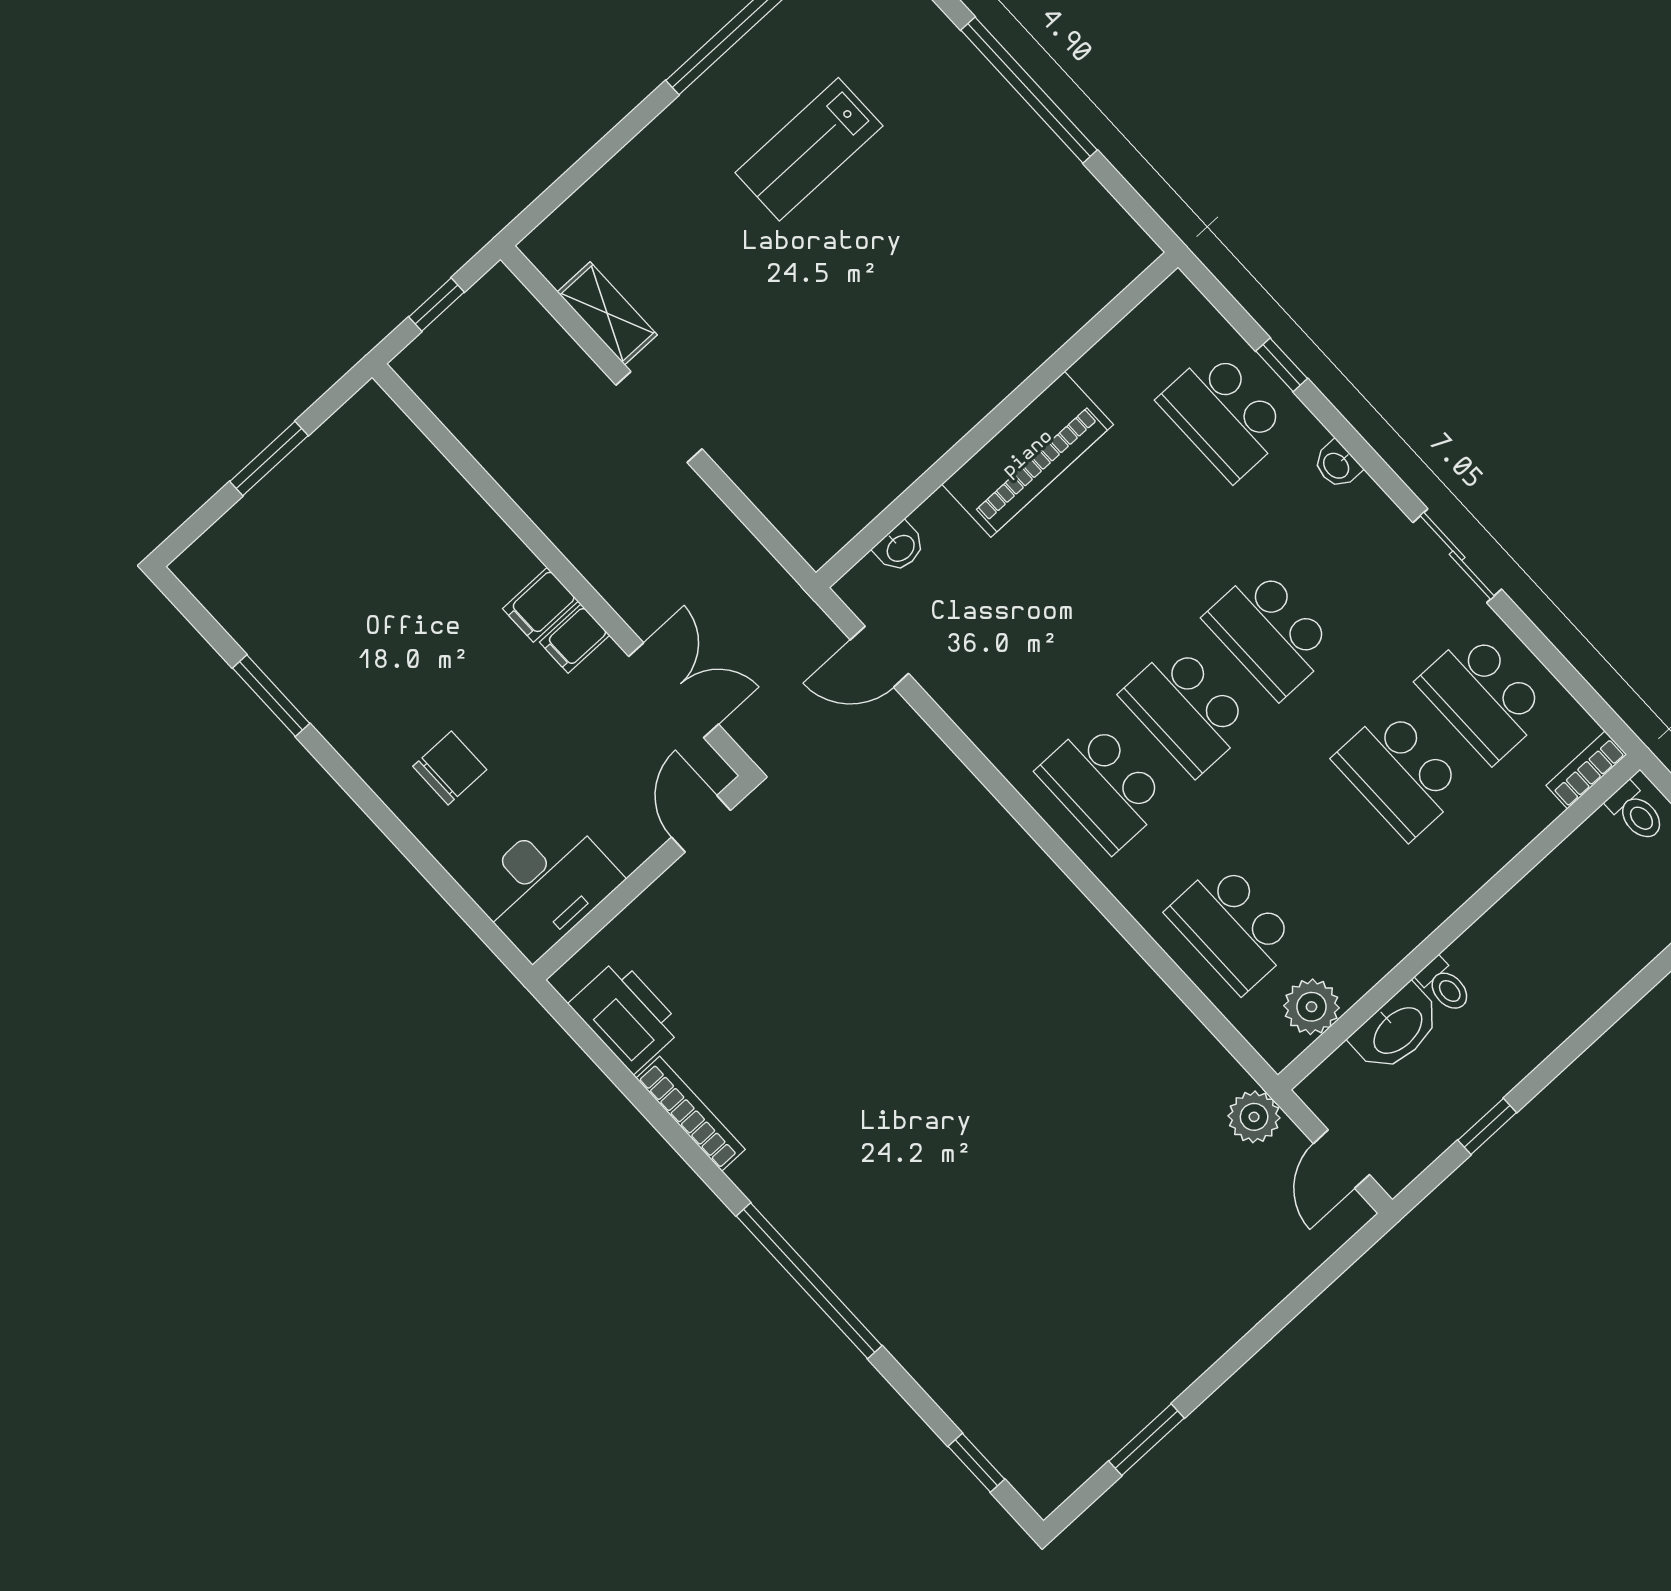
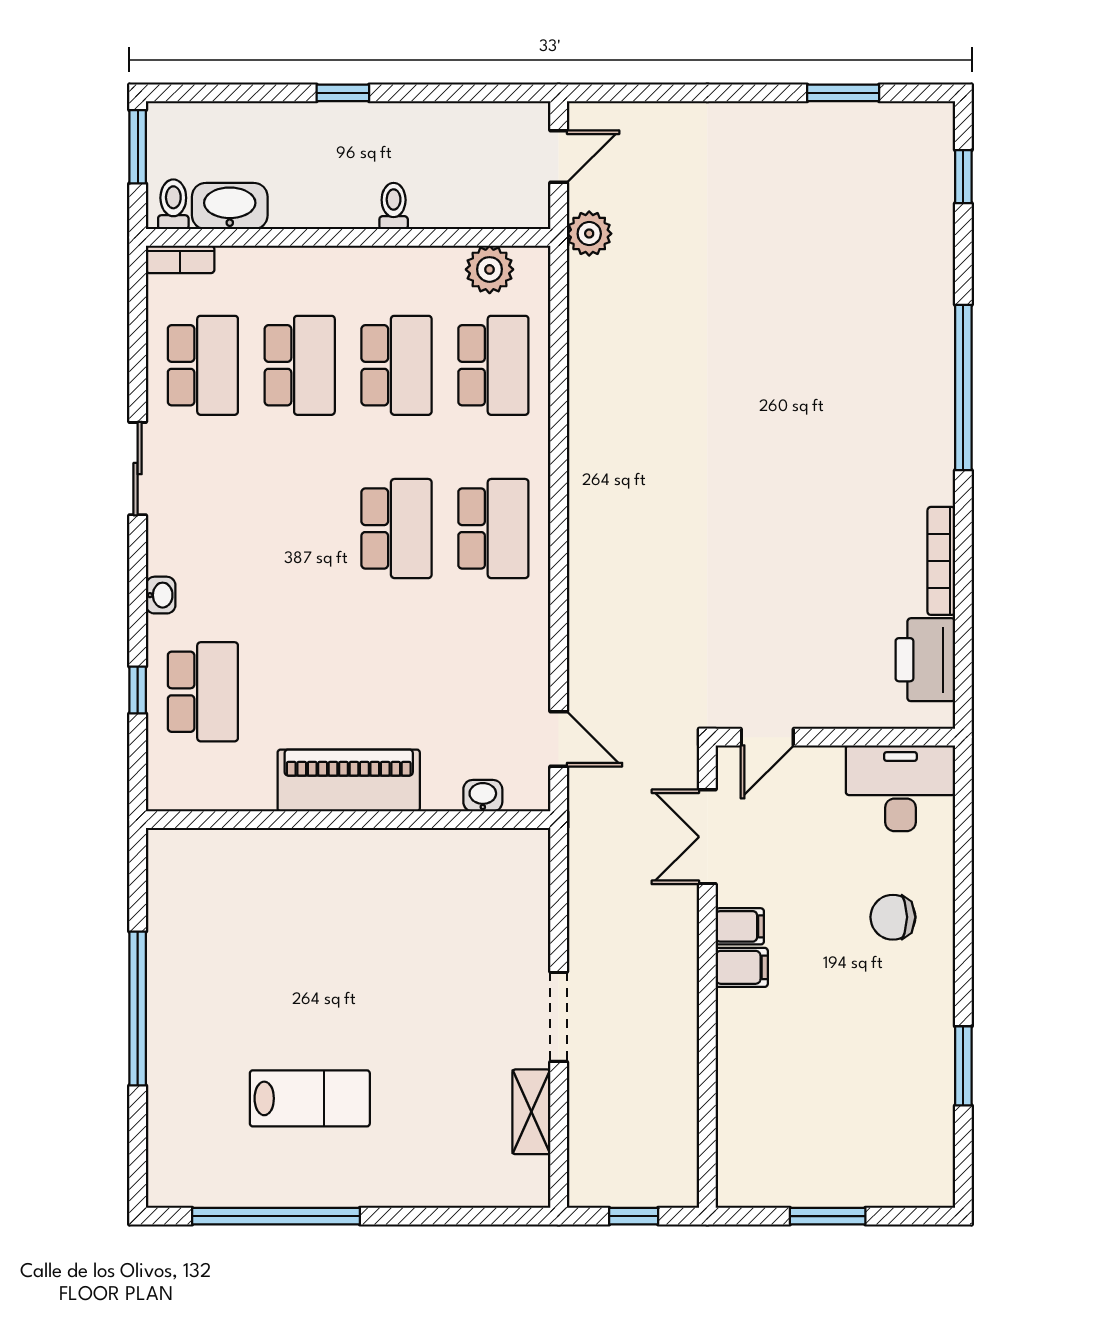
school desk: (1270, 633) -> (397, 365), moved
washbasin: (1397, 1029) -> (230, 206), moved
window: (1487, 1126) -> (343, 93), moved

